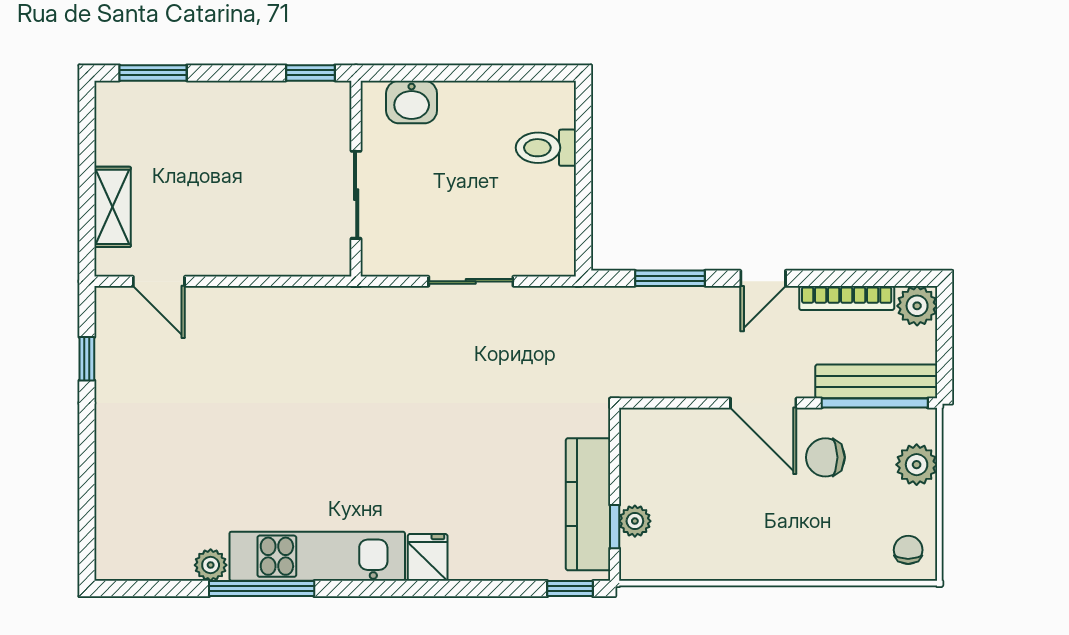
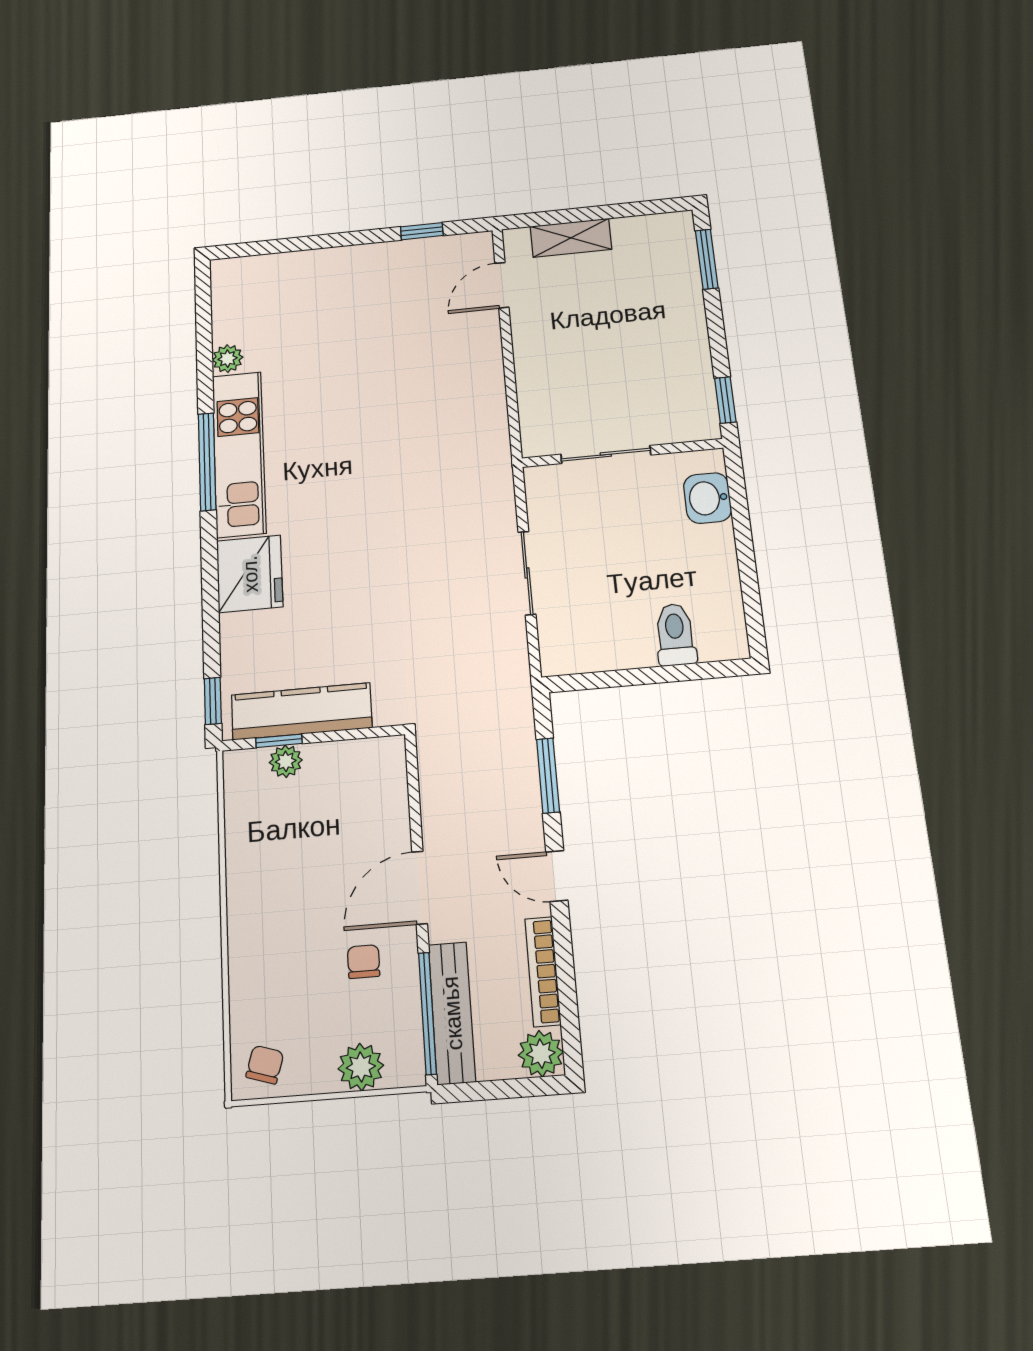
chair: (825, 457) -> (364, 962), width x0.73, depth x0.73
chair: (908, 550) -> (265, 1065), turned -73
fridge: (428, 557) -> (250, 574), width x1.88, depth x1.34
window: (262, 589) -> (207, 462), moved

